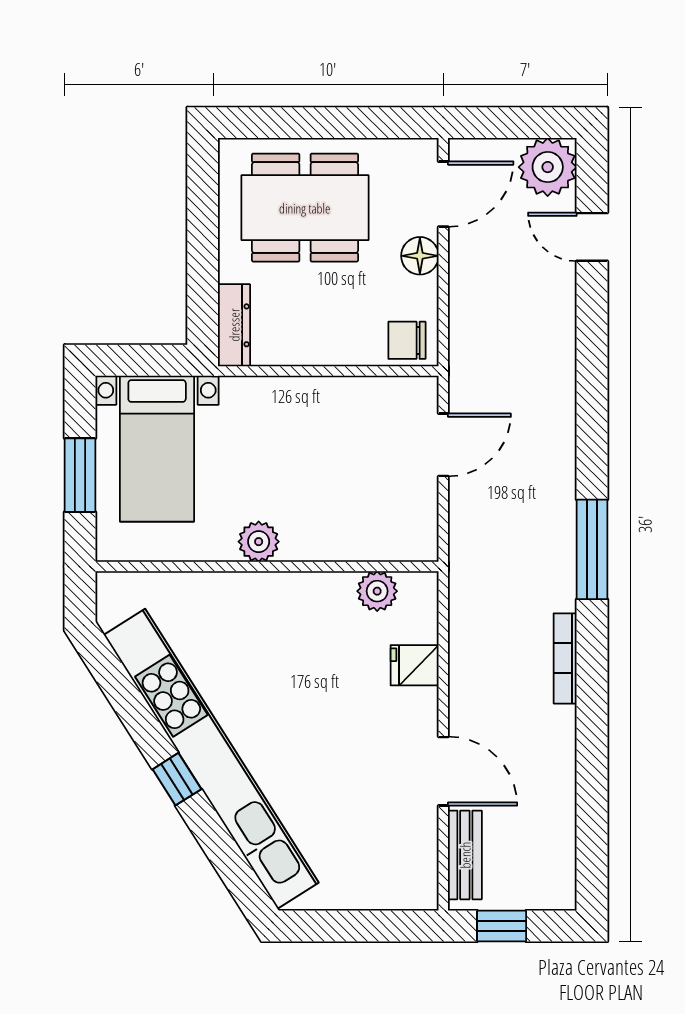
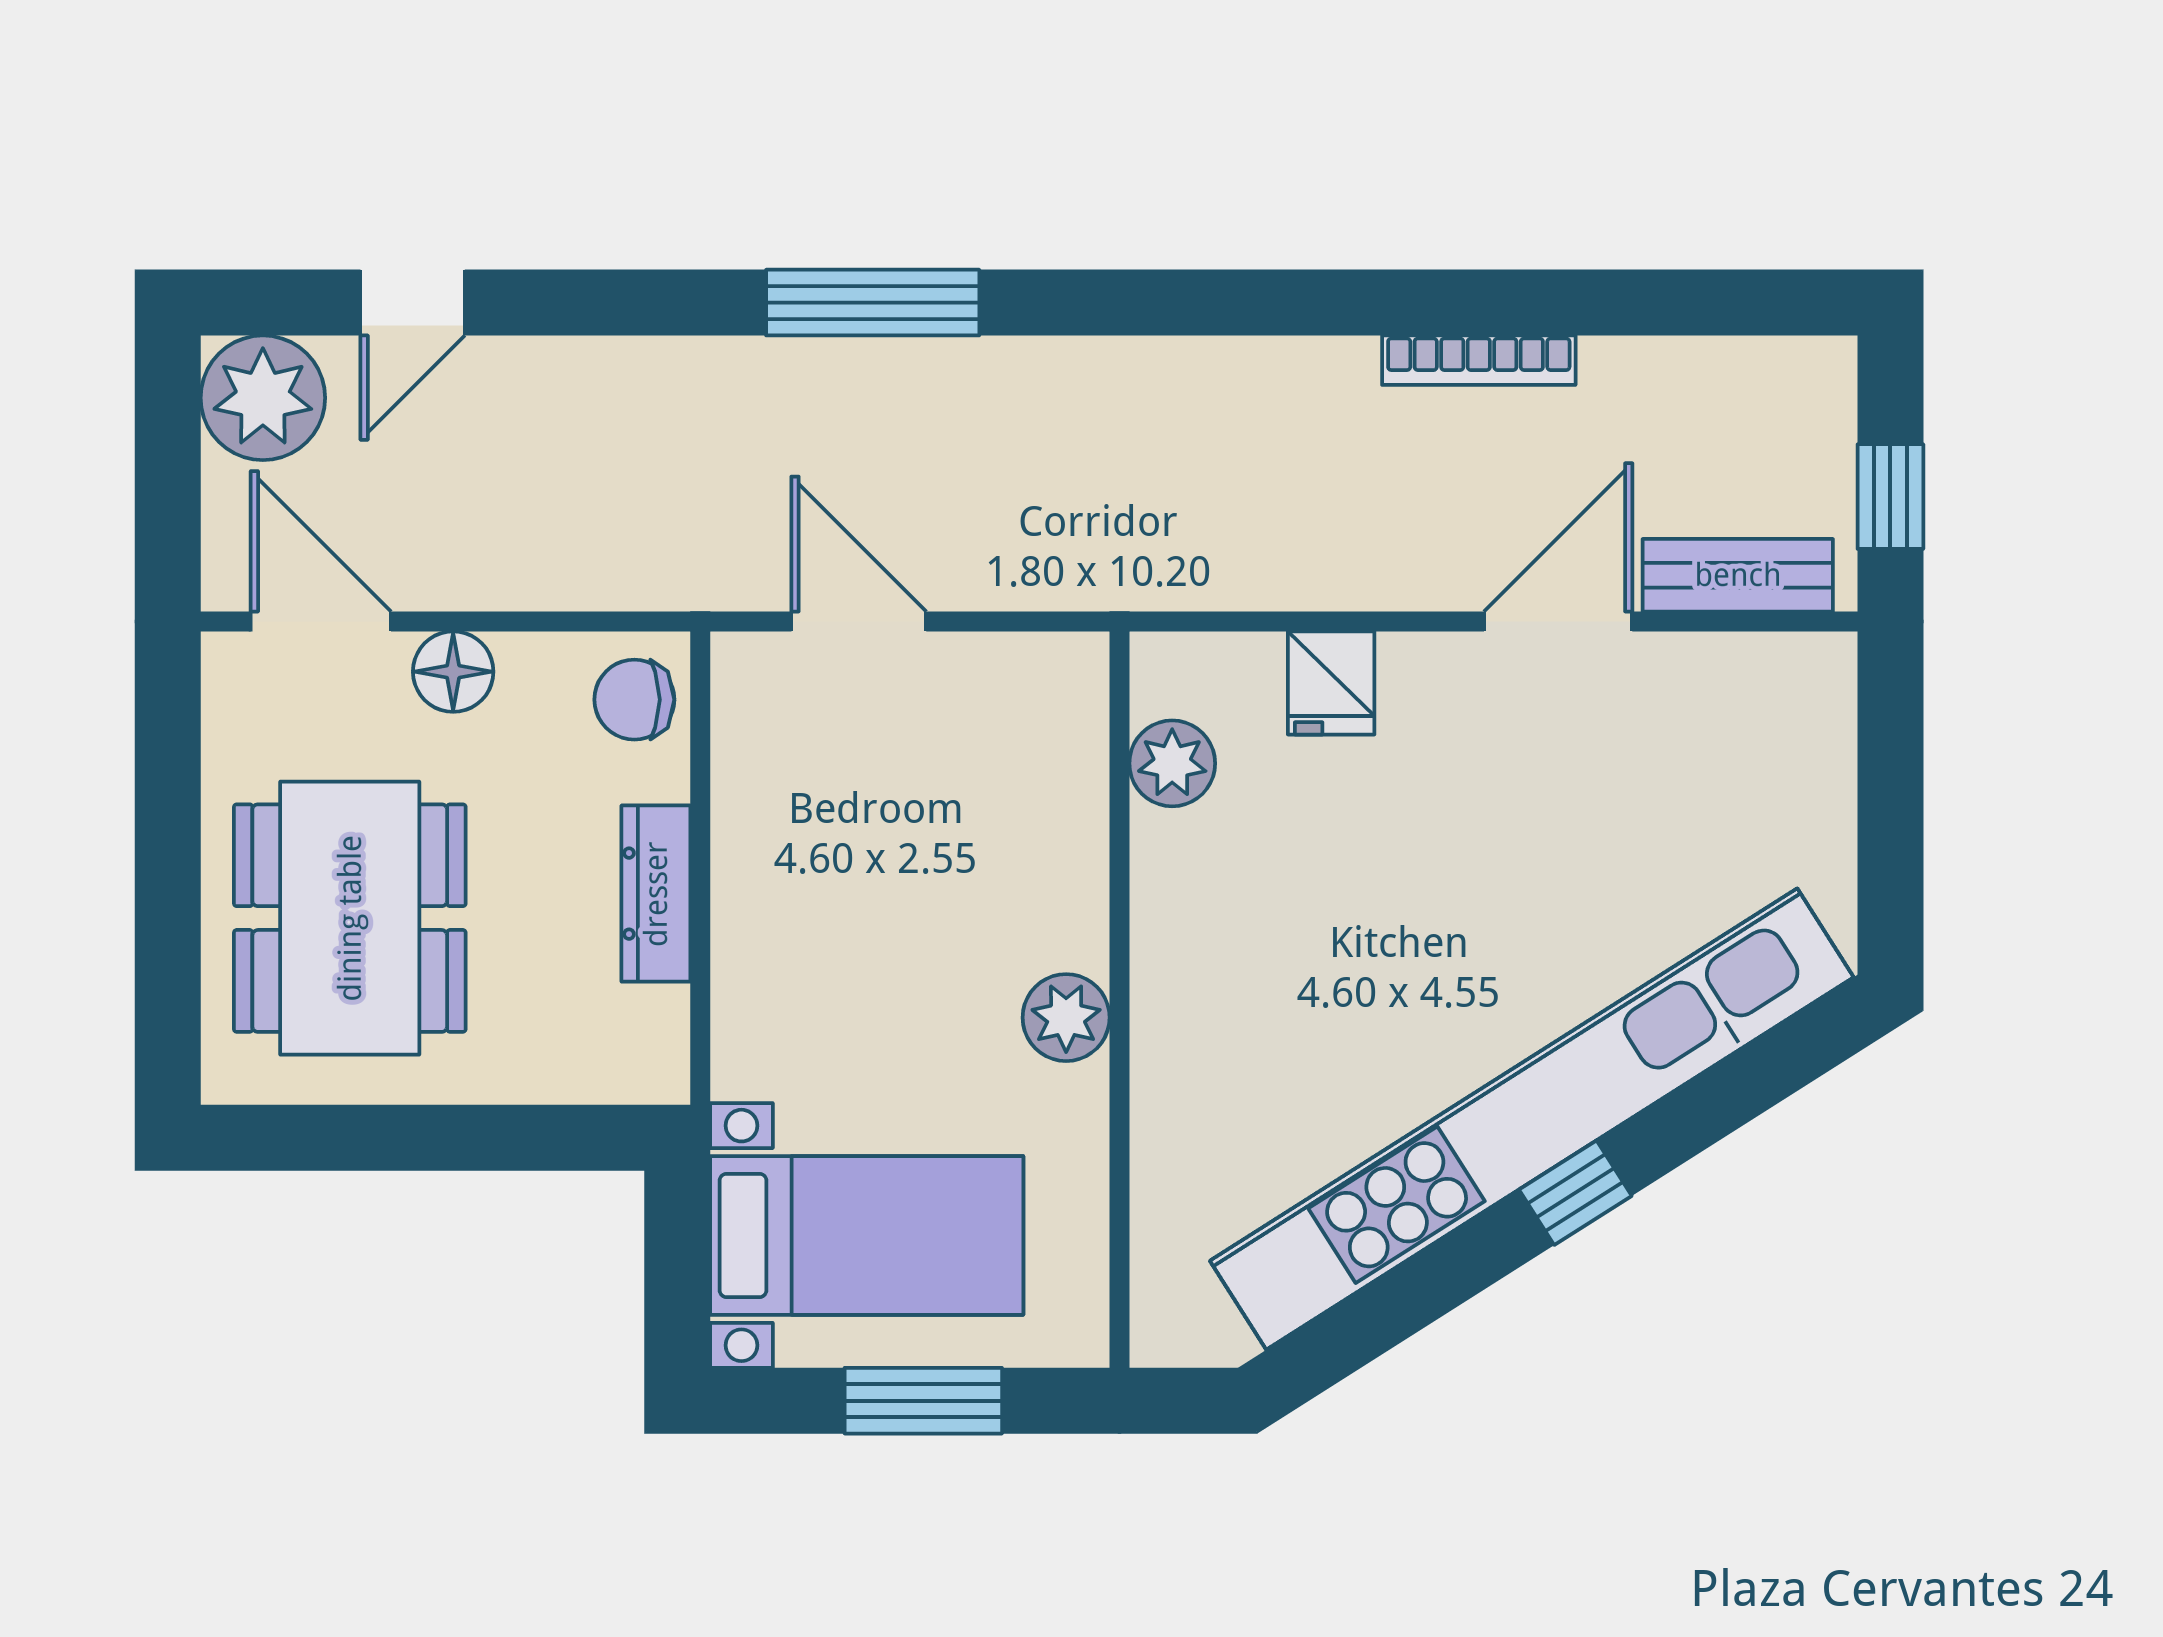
dresser: (234, 325) -> (656, 894), moved, turned -90
chair: (407, 340) -> (634, 700), turned 90
window: (592, 549) -> (873, 303), moved
bookcase: (565, 658) -> (1479, 360), moved

